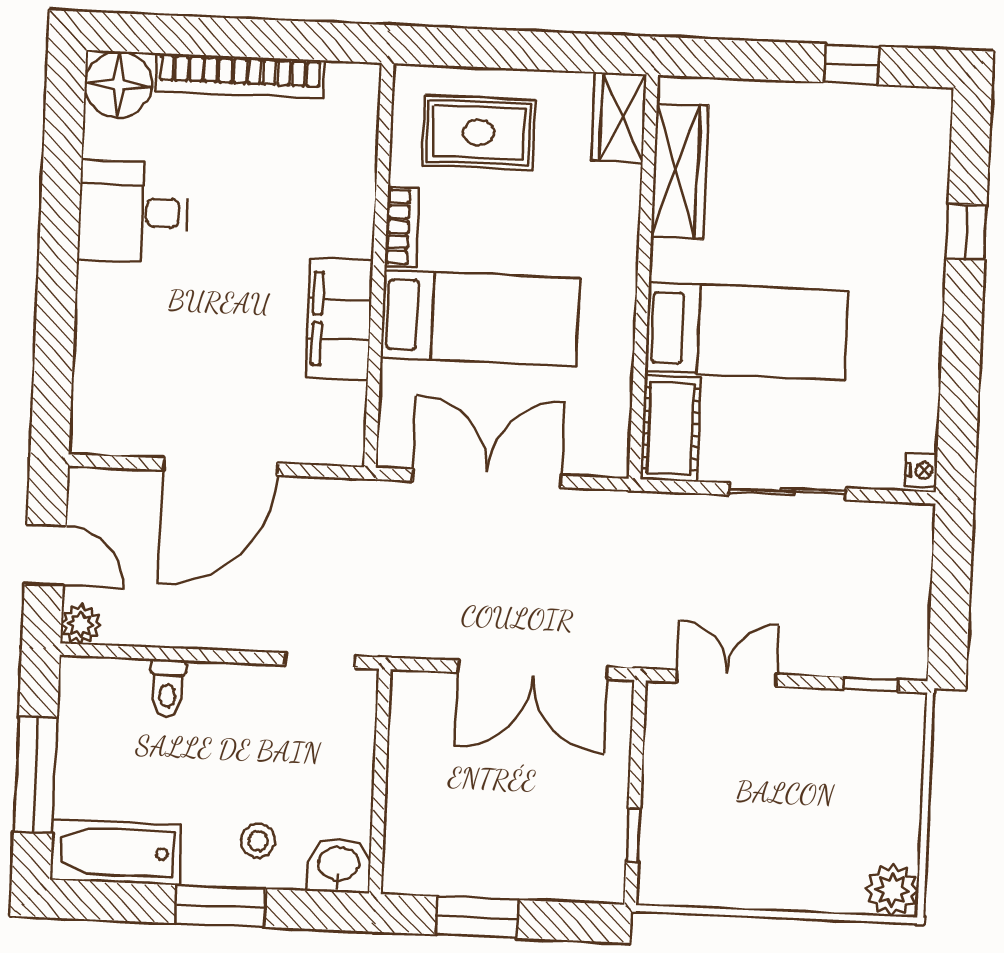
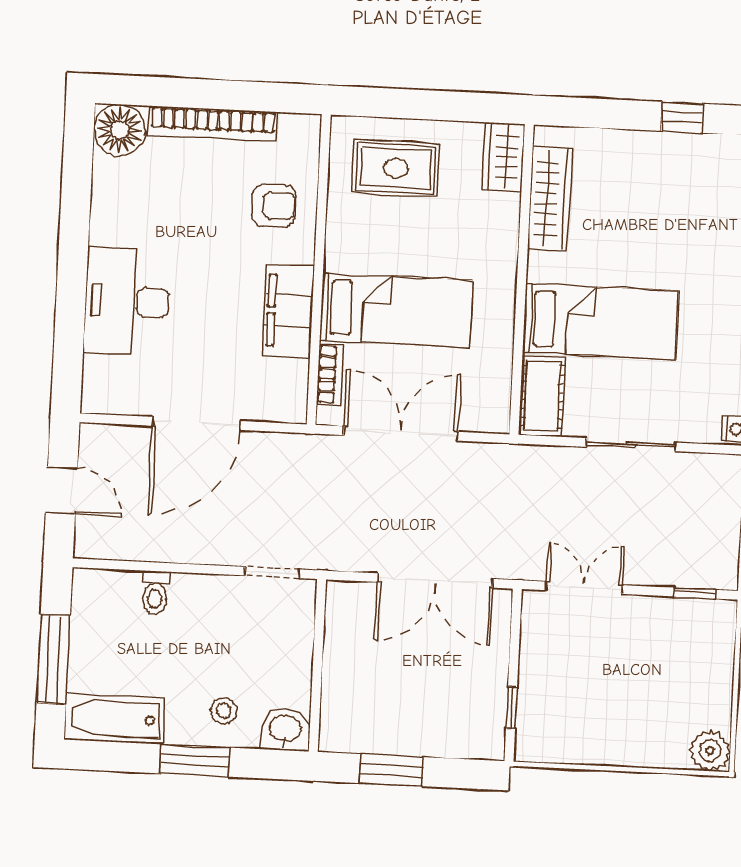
armchair: (320, 182) -> (274, 206), added
desk: (133, 212) -> (127, 301), moved, width x1.37
bookcase: (402, 227) -> (330, 374), moved
plant: (81, 624) -> (89, 544), removed

